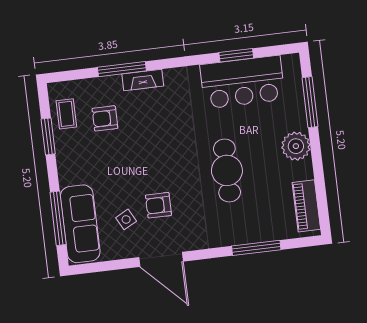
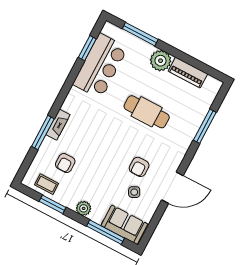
window: (236, 55) -> (87, 48), moved
plant: (68, 175) -> (84, 208), added
piano: (306, 206) -> (188, 72), moved
sofa: (80, 224) -> (124, 225), width x0.73

